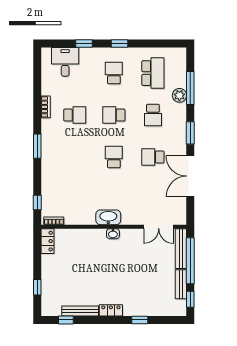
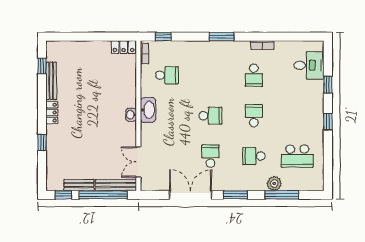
school desk: (114, 73) -> (167, 75), moved
window: (37, 287) -> (76, 37), removed

